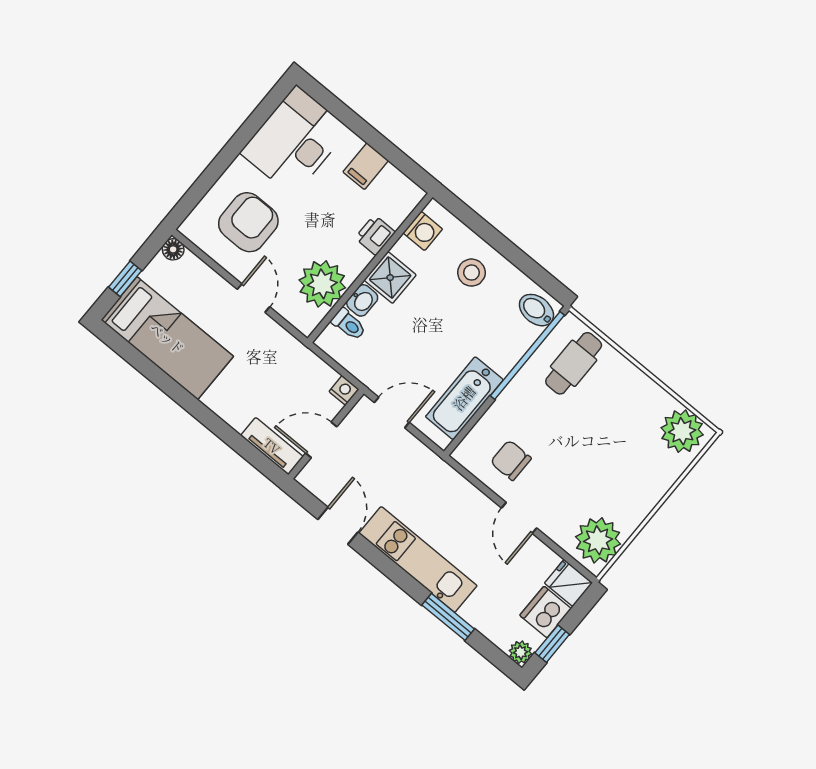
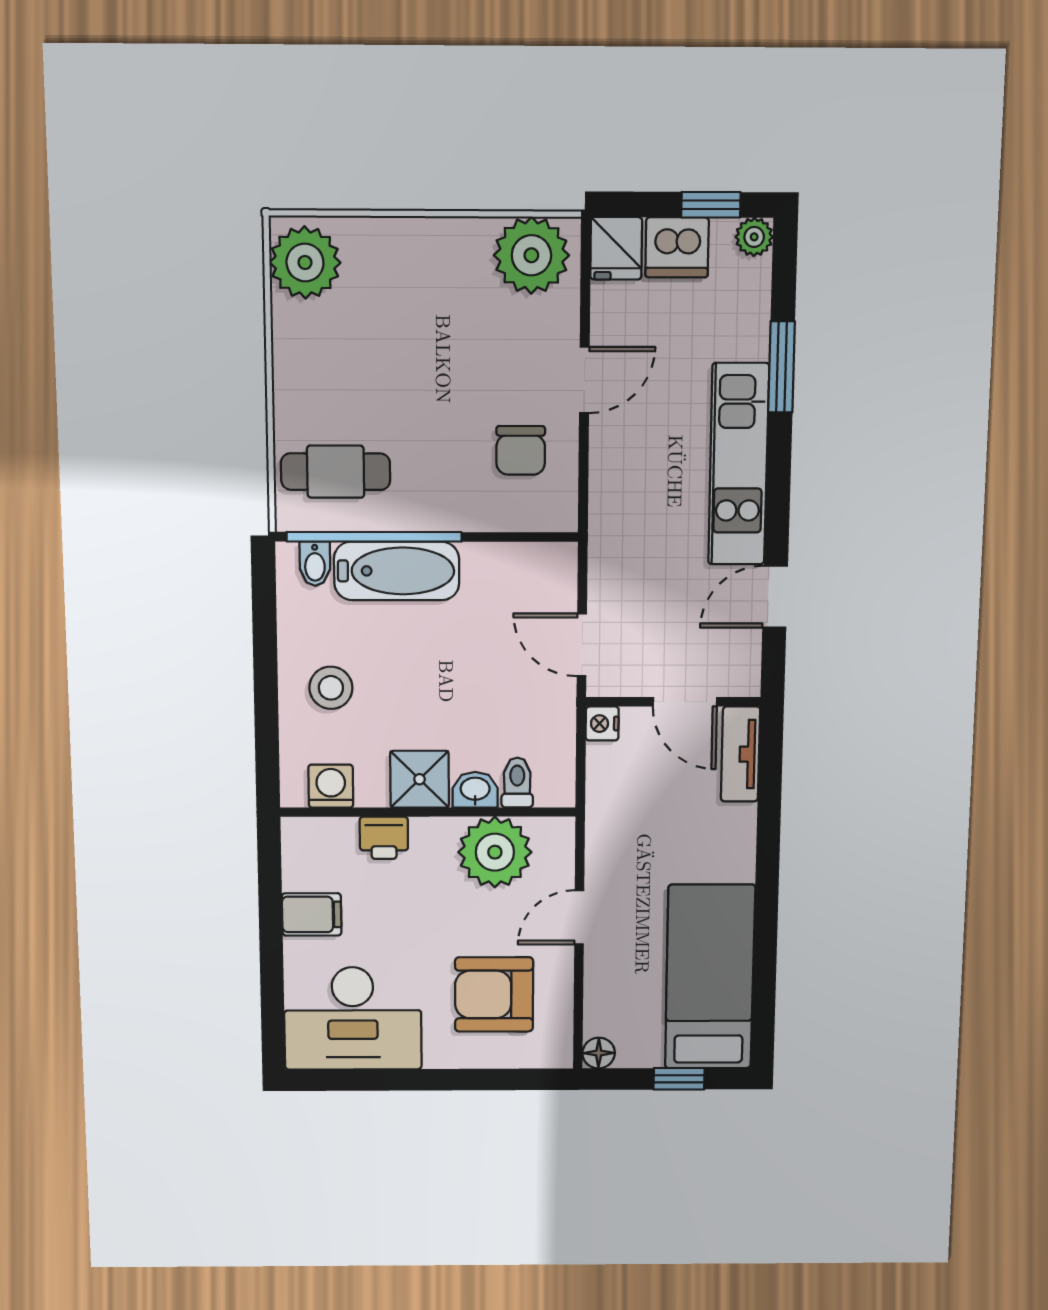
bidet: (536, 310) -> (315, 564), width x0.72, depth x0.74
bathtub: (464, 398) -> (397, 571), moved

